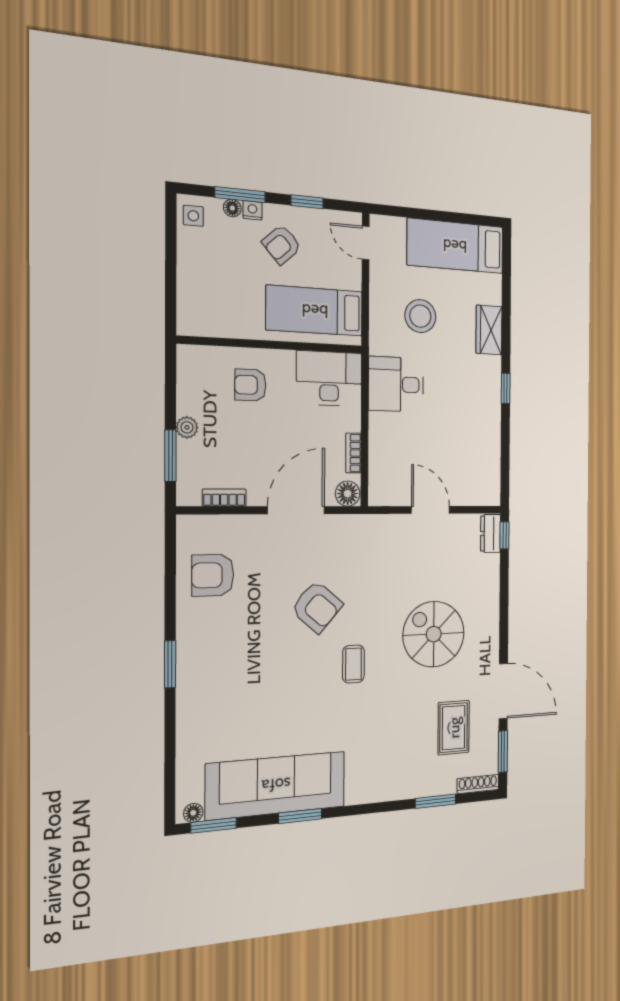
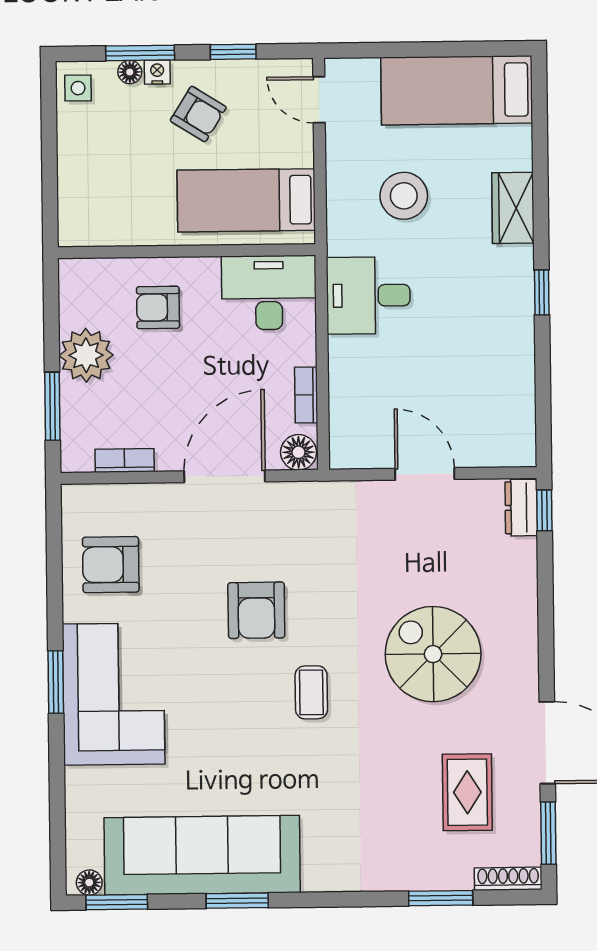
armchair: (282, 244) -> (198, 114), turned -106
plant: (187, 427) -> (86, 355), width x1.87, depth x1.87
armchair: (317, 607) -> (256, 610), turned 49
corner sofa: (213, 671) -> (114, 694), added

